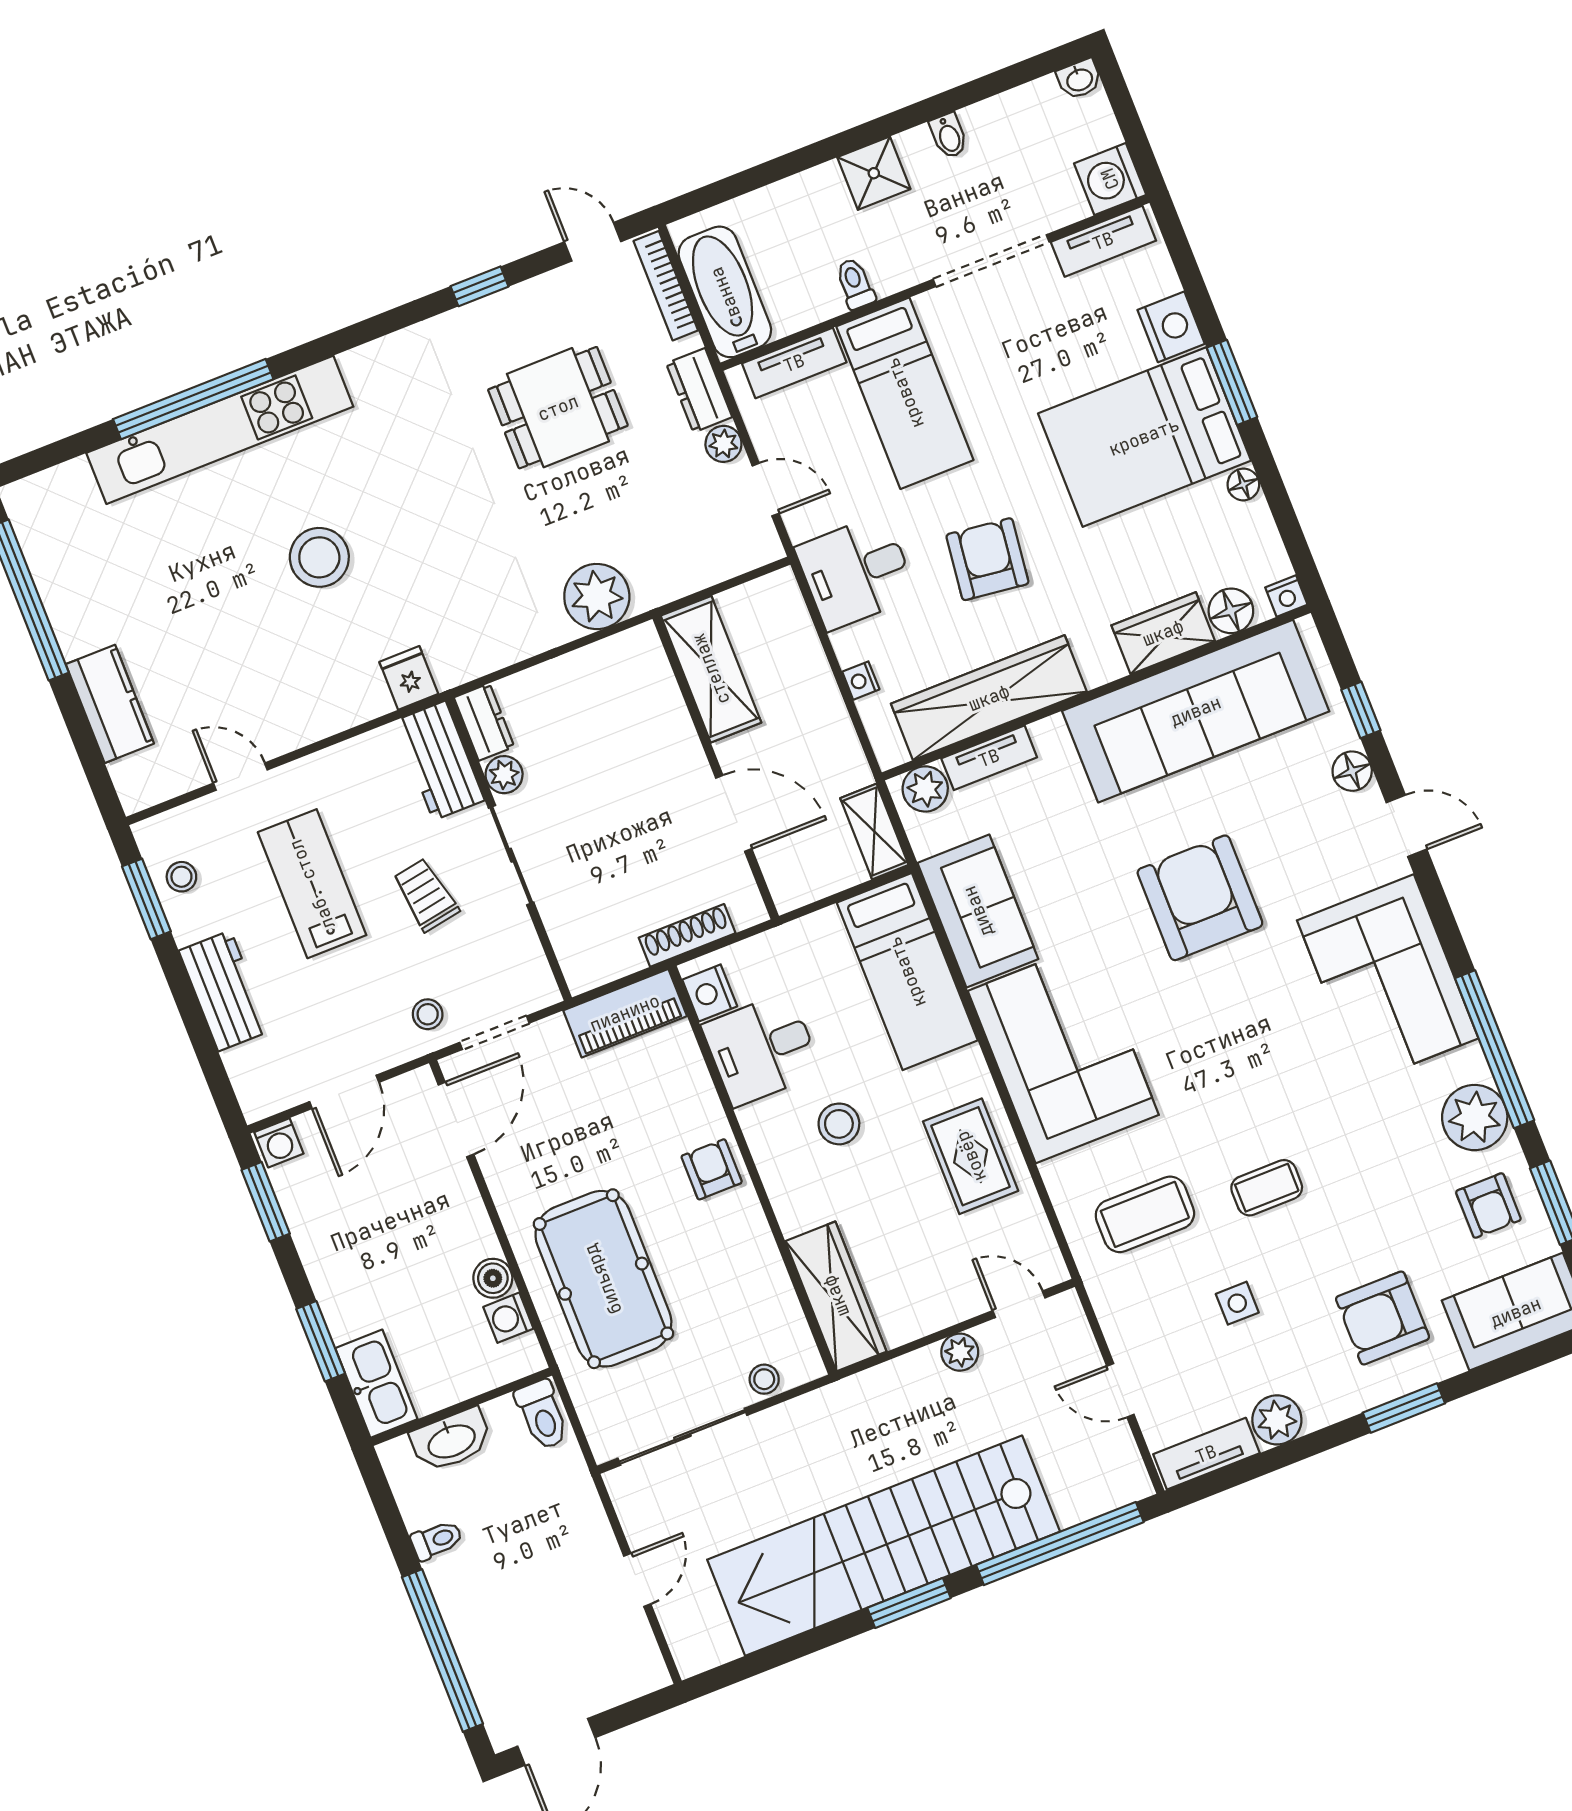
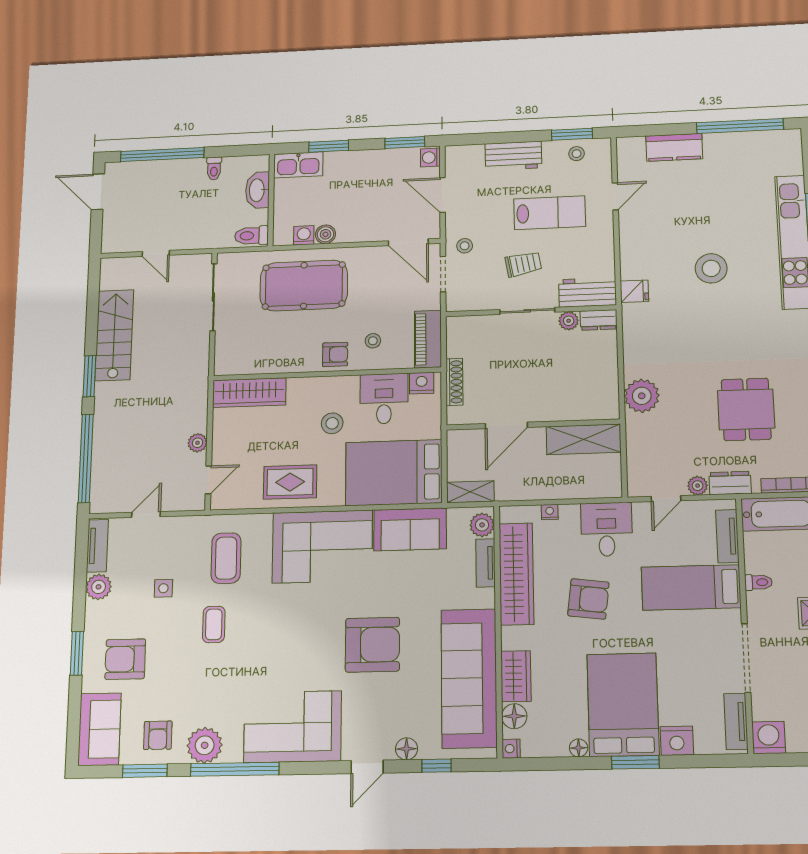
bed: (907, 972) -> (394, 473), width x1.50
armchair: (1488, 1206) -> (158, 735), turned -90
armchair: (1383, 1318) -> (125, 659), turned -90
stool: (764, 1379) -> (373, 341), moved
stairs: (884, 1546) -> (114, 335), width x0.54, depth x0.66

